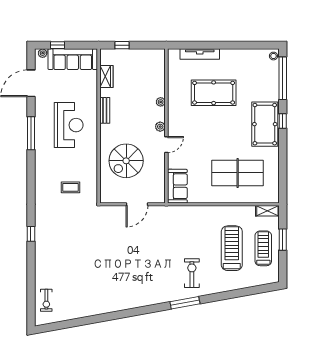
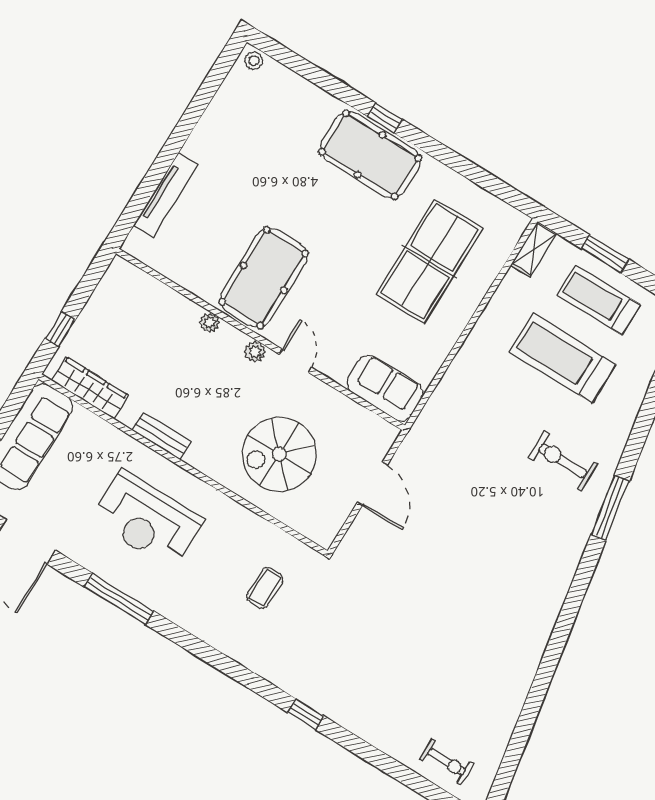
wardrobe: (106, 76) -> (90, 388), width x1.50
window: (283, 78) -> (306, 69), removed
pool table: (214, 93) -> (264, 278), moved
reception desk: (69, 125) -> (147, 520), turned 180
spiral stairs: (126, 161) -> (279, 454), turned 90

